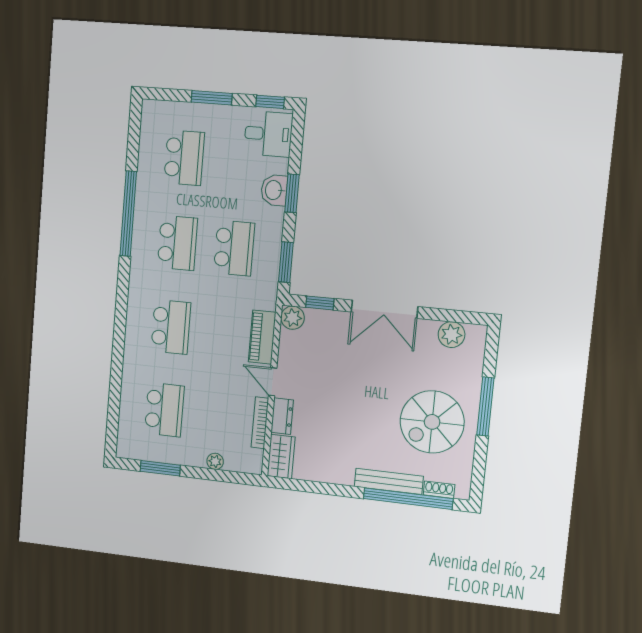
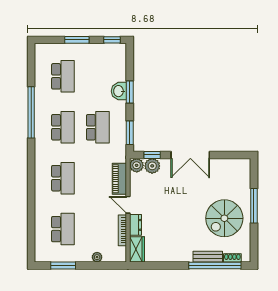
desk: (268, 134) -> (113, 59), removed
plant: (451, 335) -> (152, 166), moved
bench: (389, 481) -> (208, 257), width x0.73

